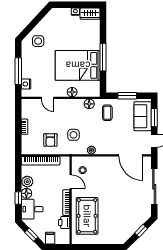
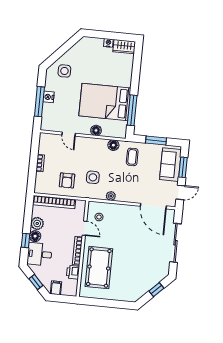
window: (103, 57) -> (132, 110), moved
nightstand: (26, 84) -> (48, 97), moved

